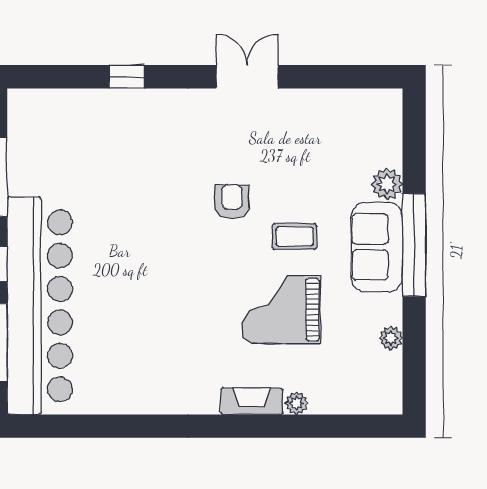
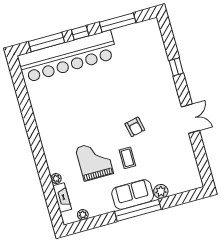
armchair: (232, 202) -> (135, 127), turned 78
plant: (391, 338) -> (83, 215), moved
fireplace: (252, 401) -> (62, 198), moved

